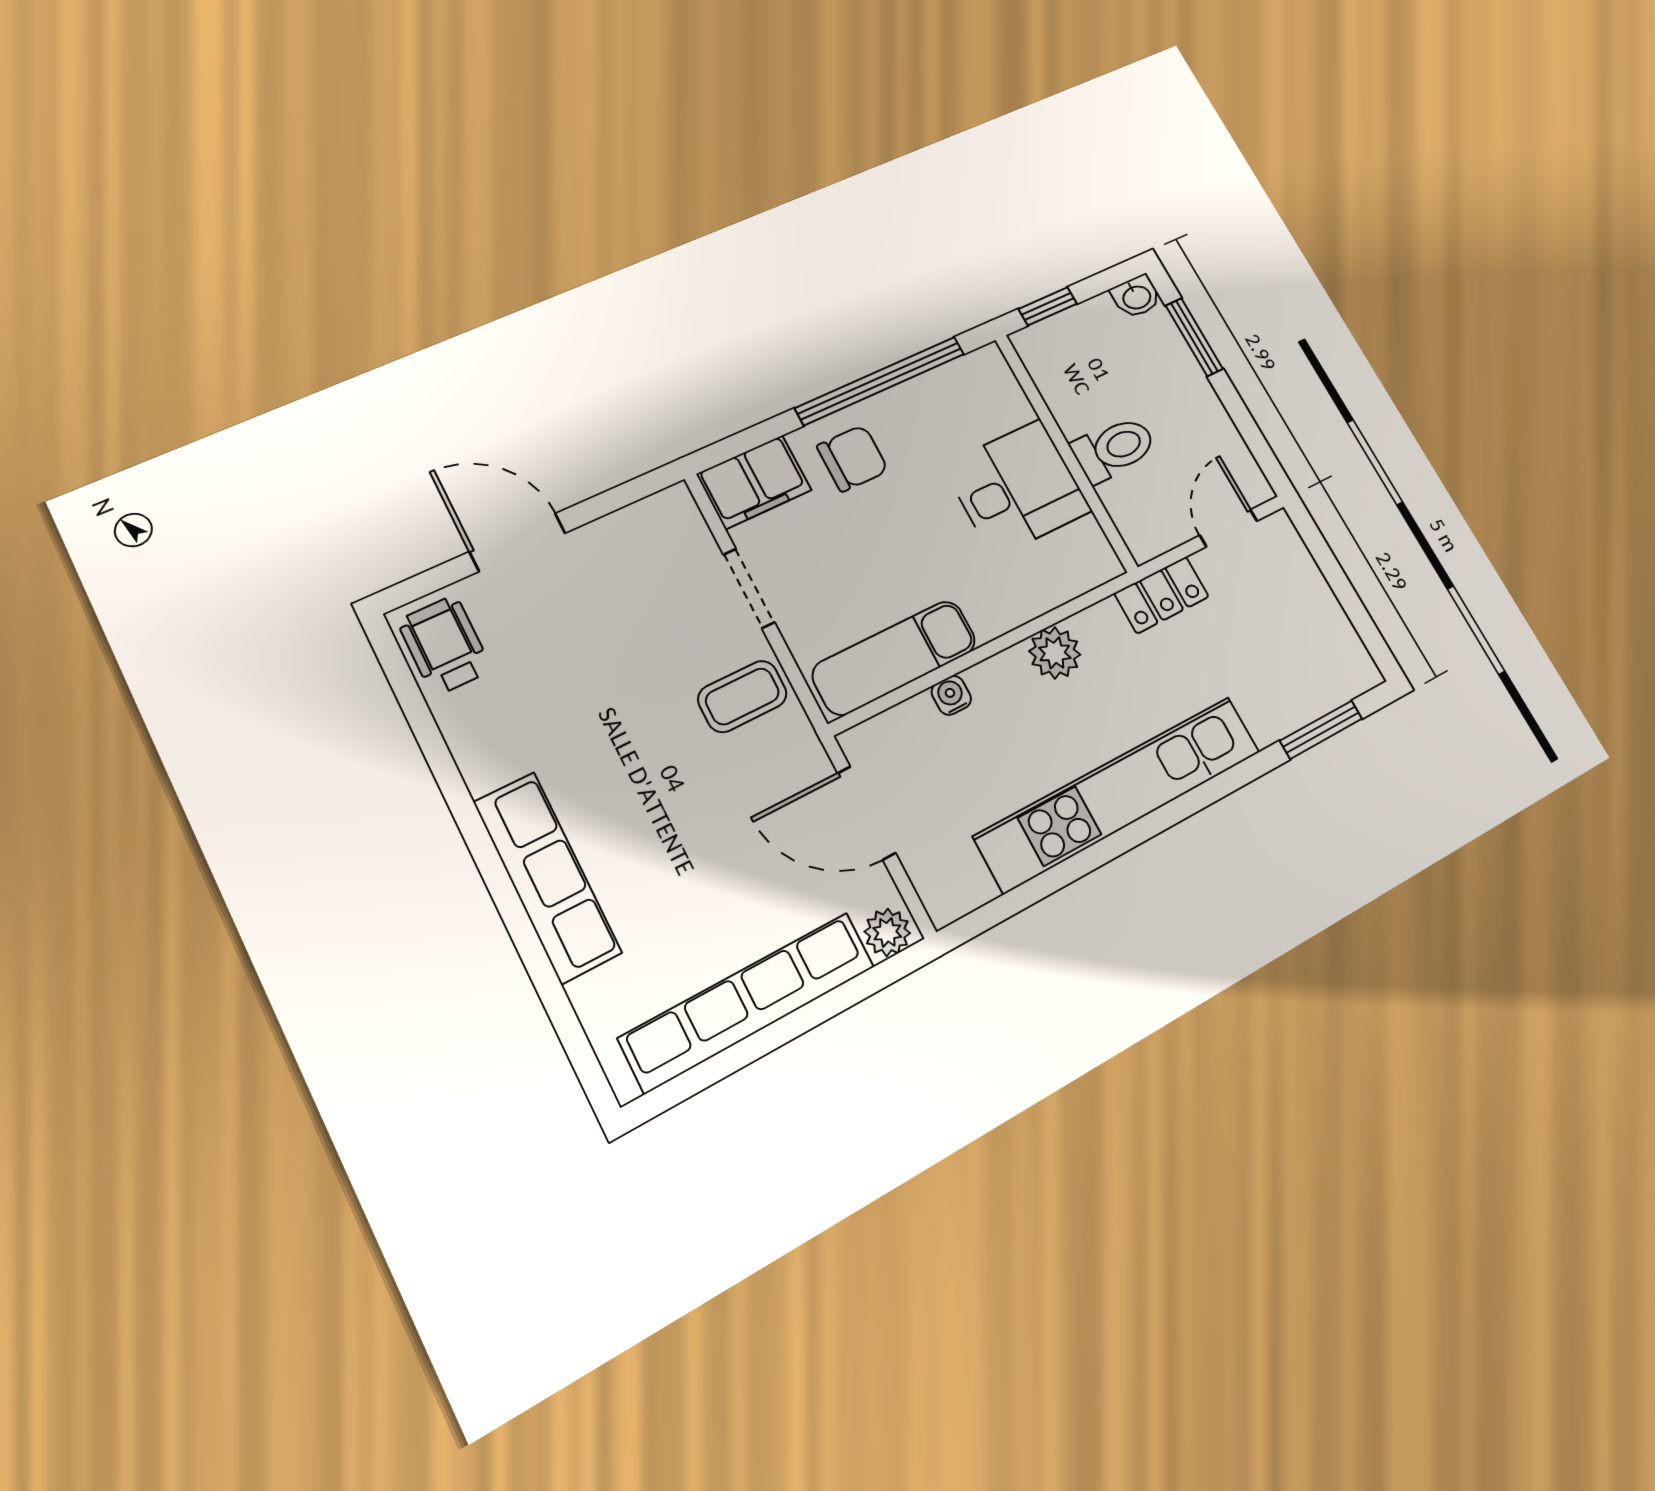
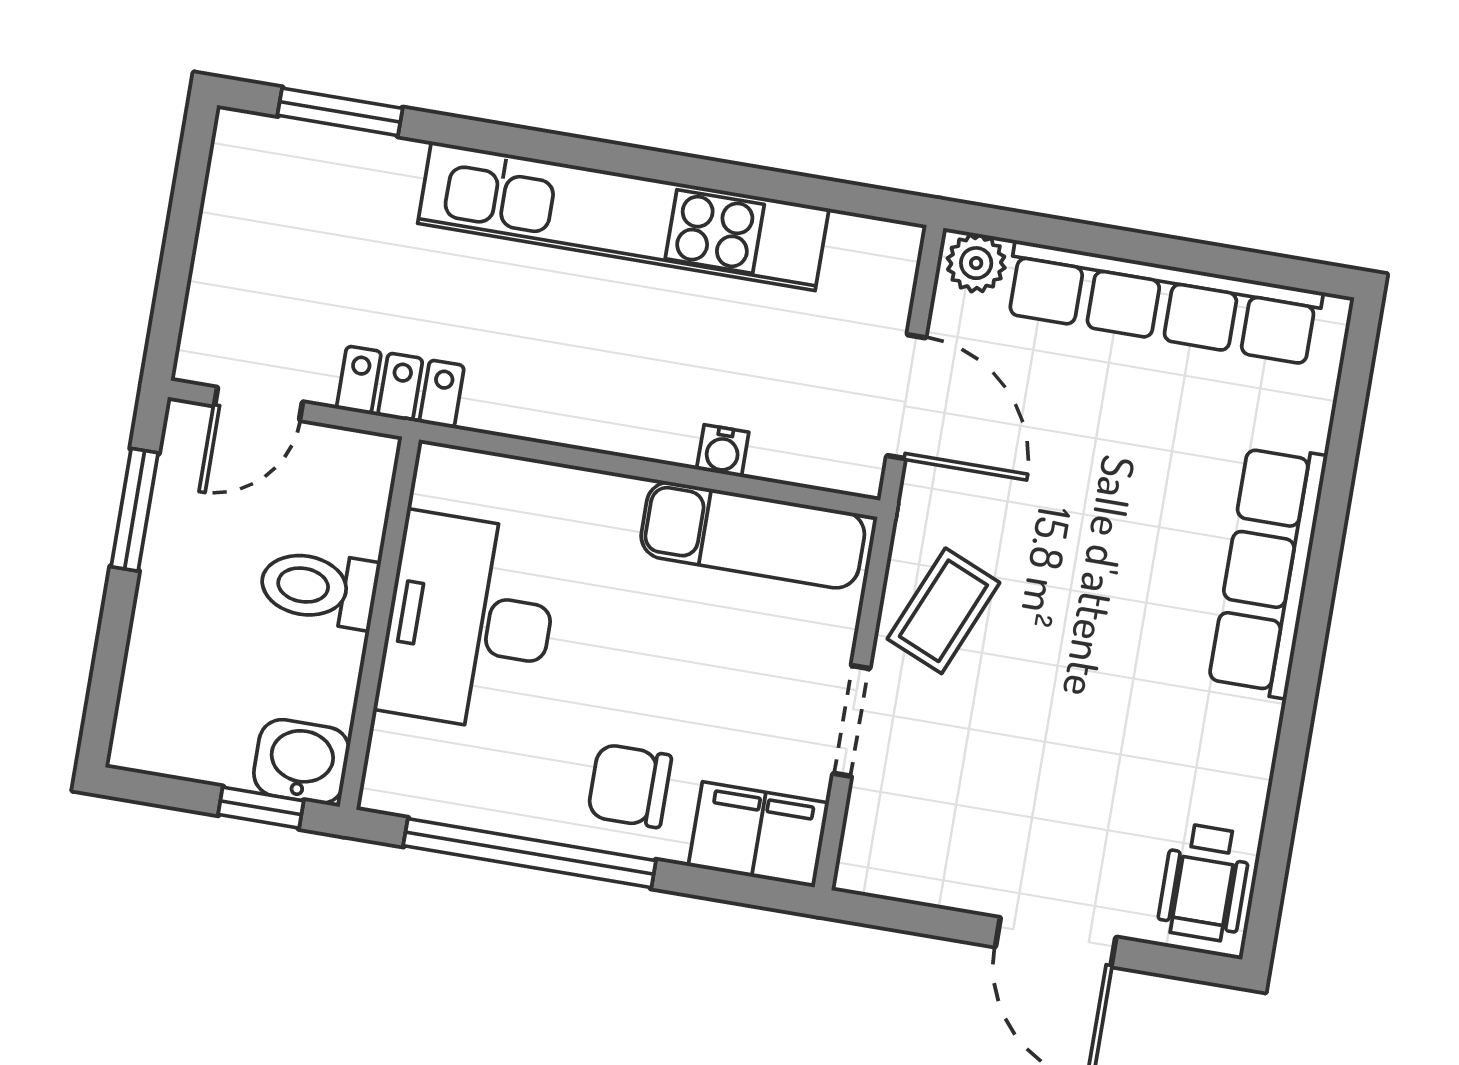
washbasin: (1136, 297) -> (301, 762), moved, width x1.38, depth x1.45
window: (1194, 337) -> (135, 510), moved
desk: (1017, 488) -> (469, 622), width x1.37
plant: (1055, 653) -> (573, 413), removed
coffee table: (742, 696) -> (943, 611), turned -67

